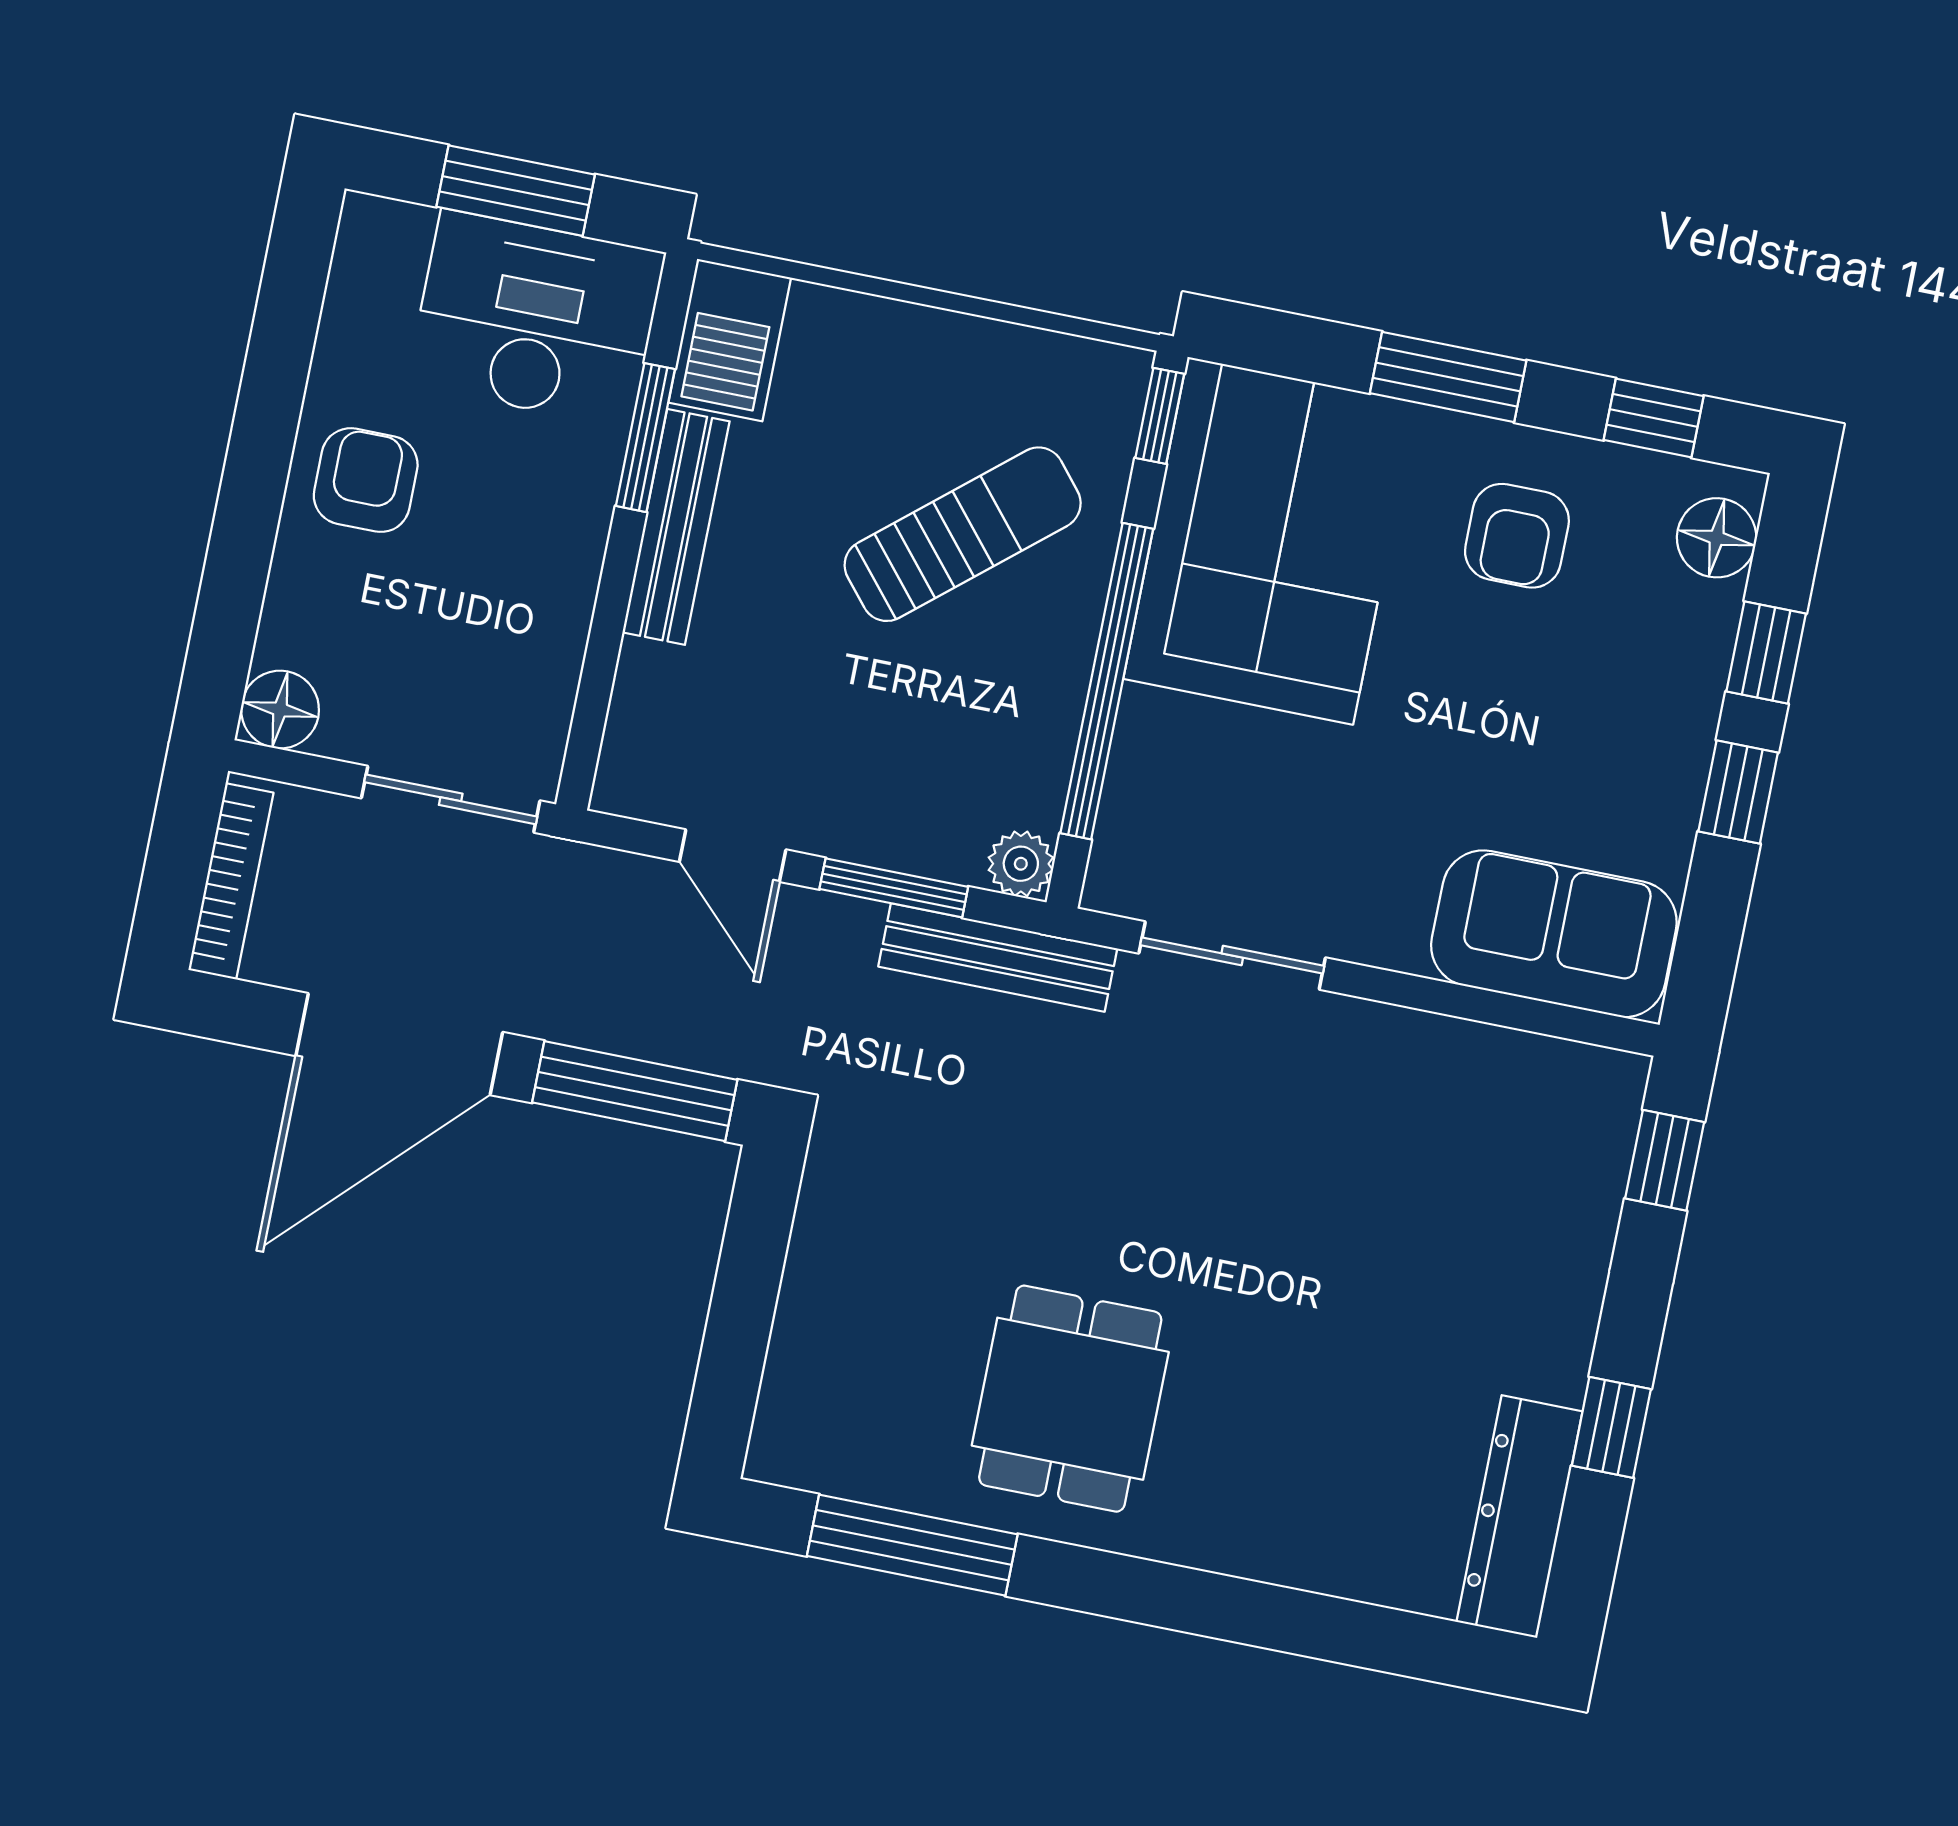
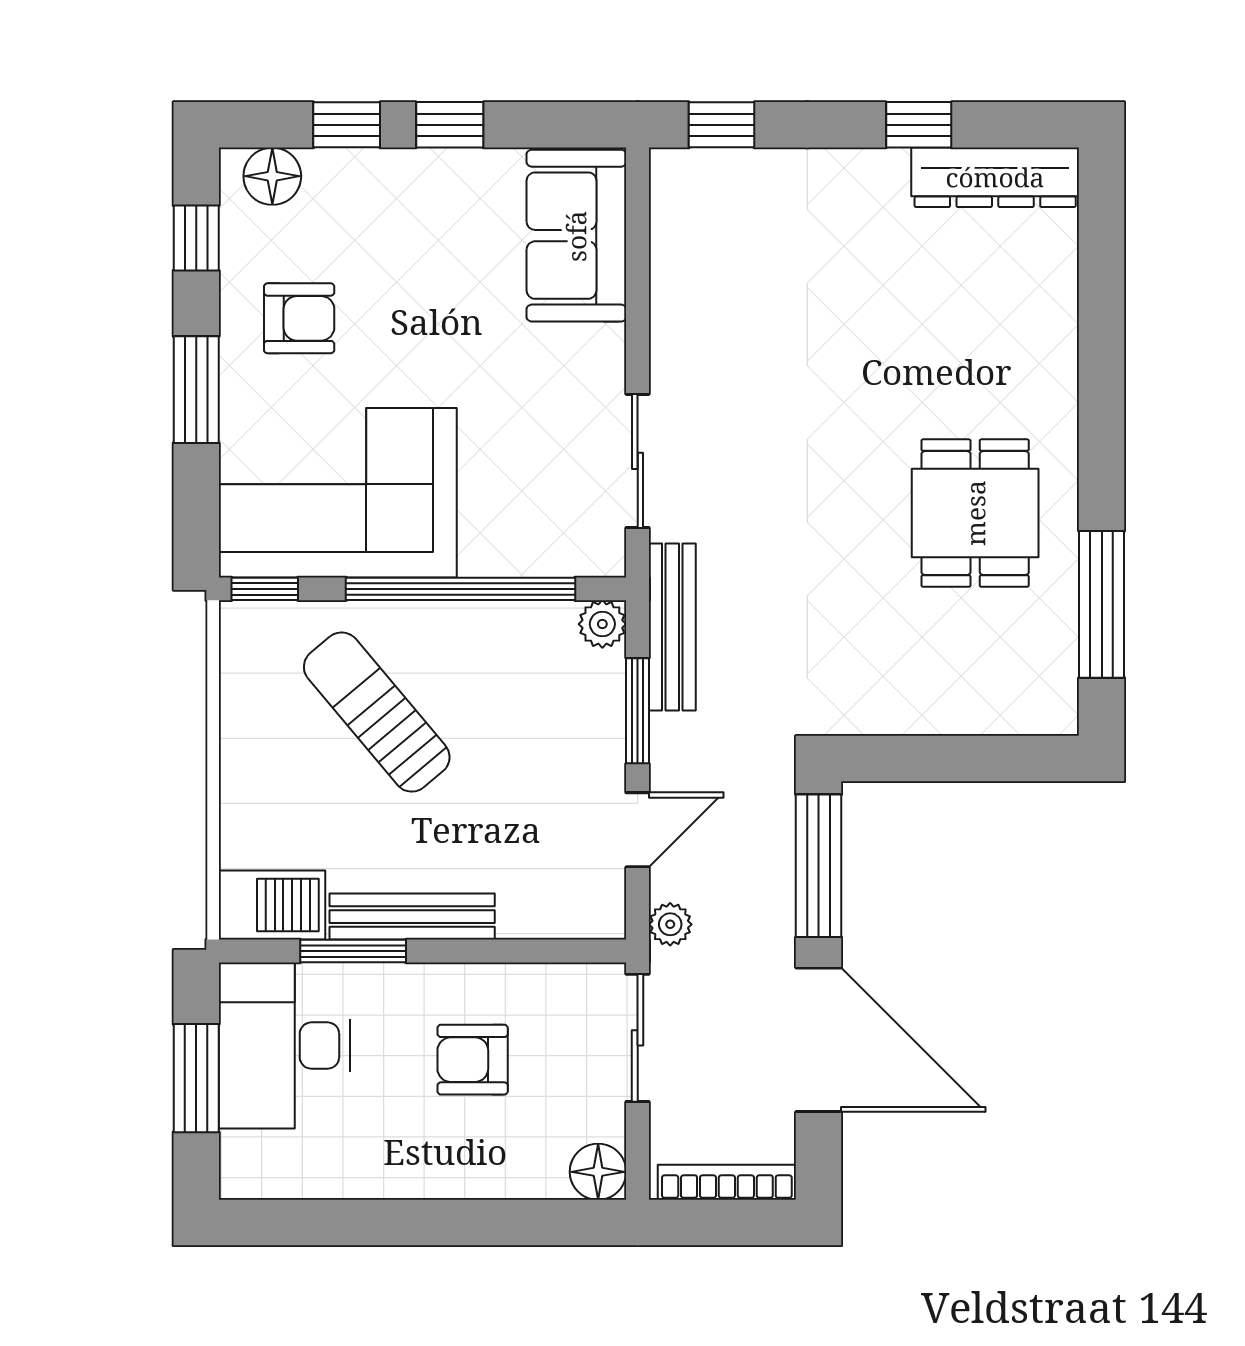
armchair: (366, 480) -> (473, 1060), moved
plant: (596, 874) -> (670, 924), added
dining table: (1070, 1399) -> (975, 513), turned 90

